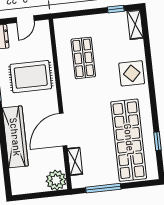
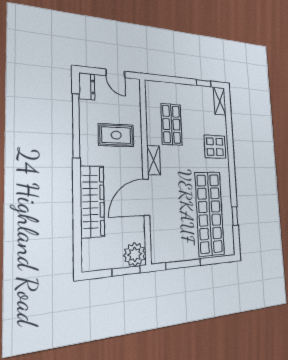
door: (25, 19) -> (115, 73), hinge flipped
rug: (31, 77) -> (116, 135), width x0.73, depth x0.70
shelving: (75, 161) -> (154, 160), moved
window: (50, 194) -> (126, 271), added

